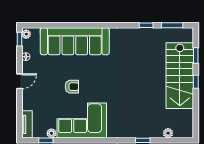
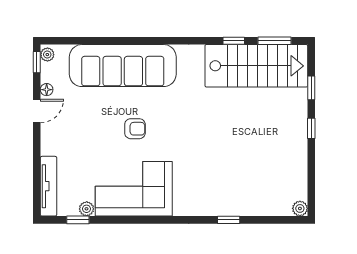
stairs: (180, 76) -> (256, 66), moved, turned -90
door: (19, 81) -> (37, 111), moved
armchair: (72, 87) -> (135, 129), moved
tv unit: (27, 124) -> (49, 186), width x1.41
plant: (168, 133) -> (300, 208), moved

